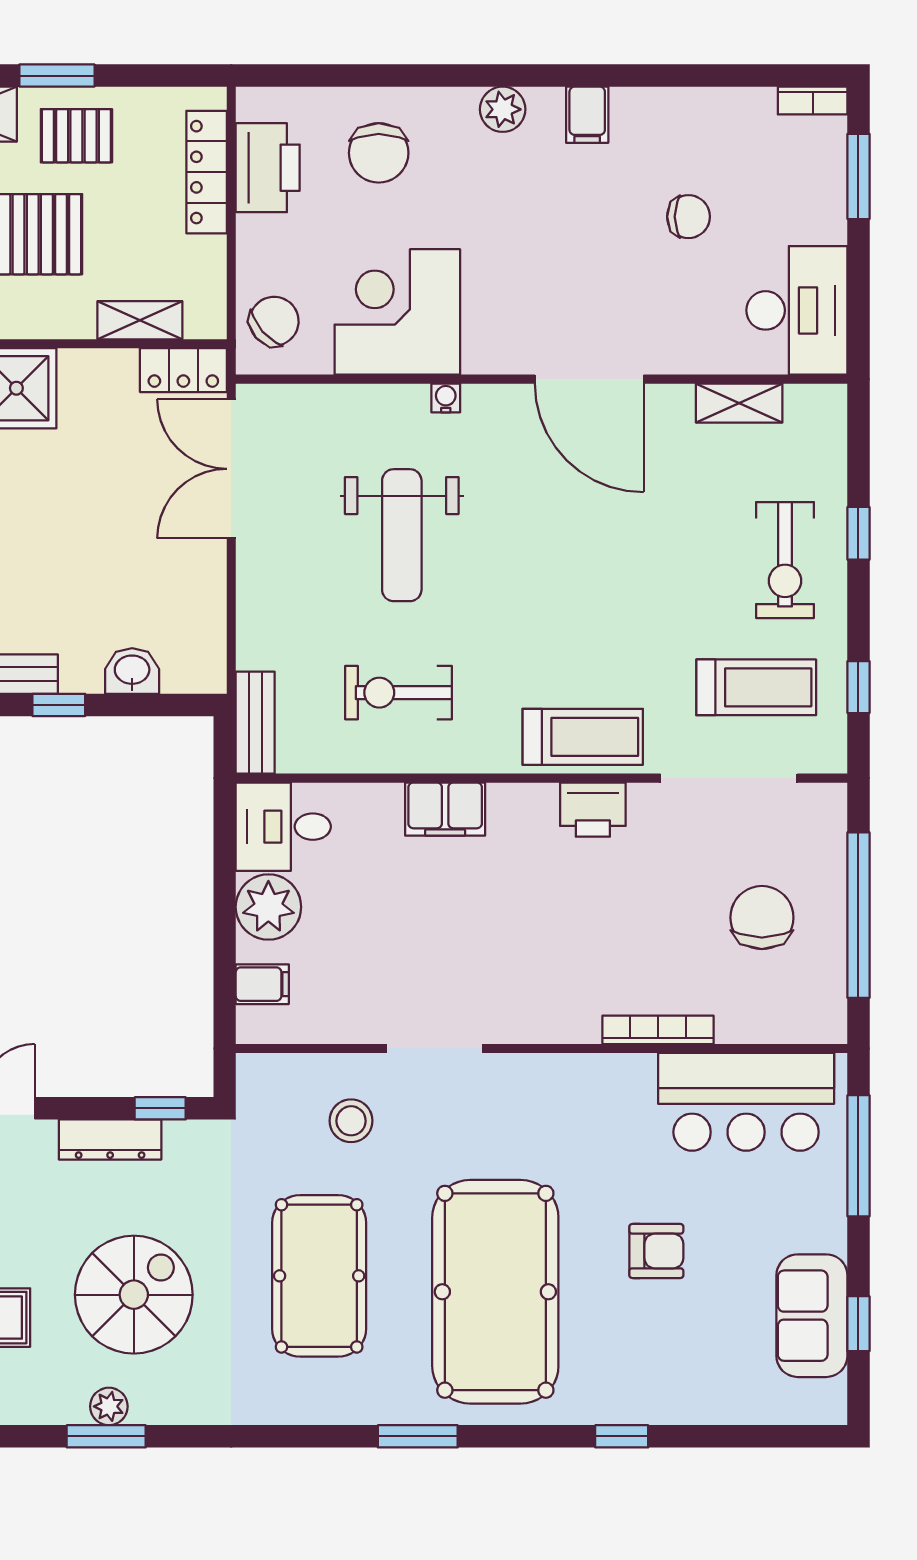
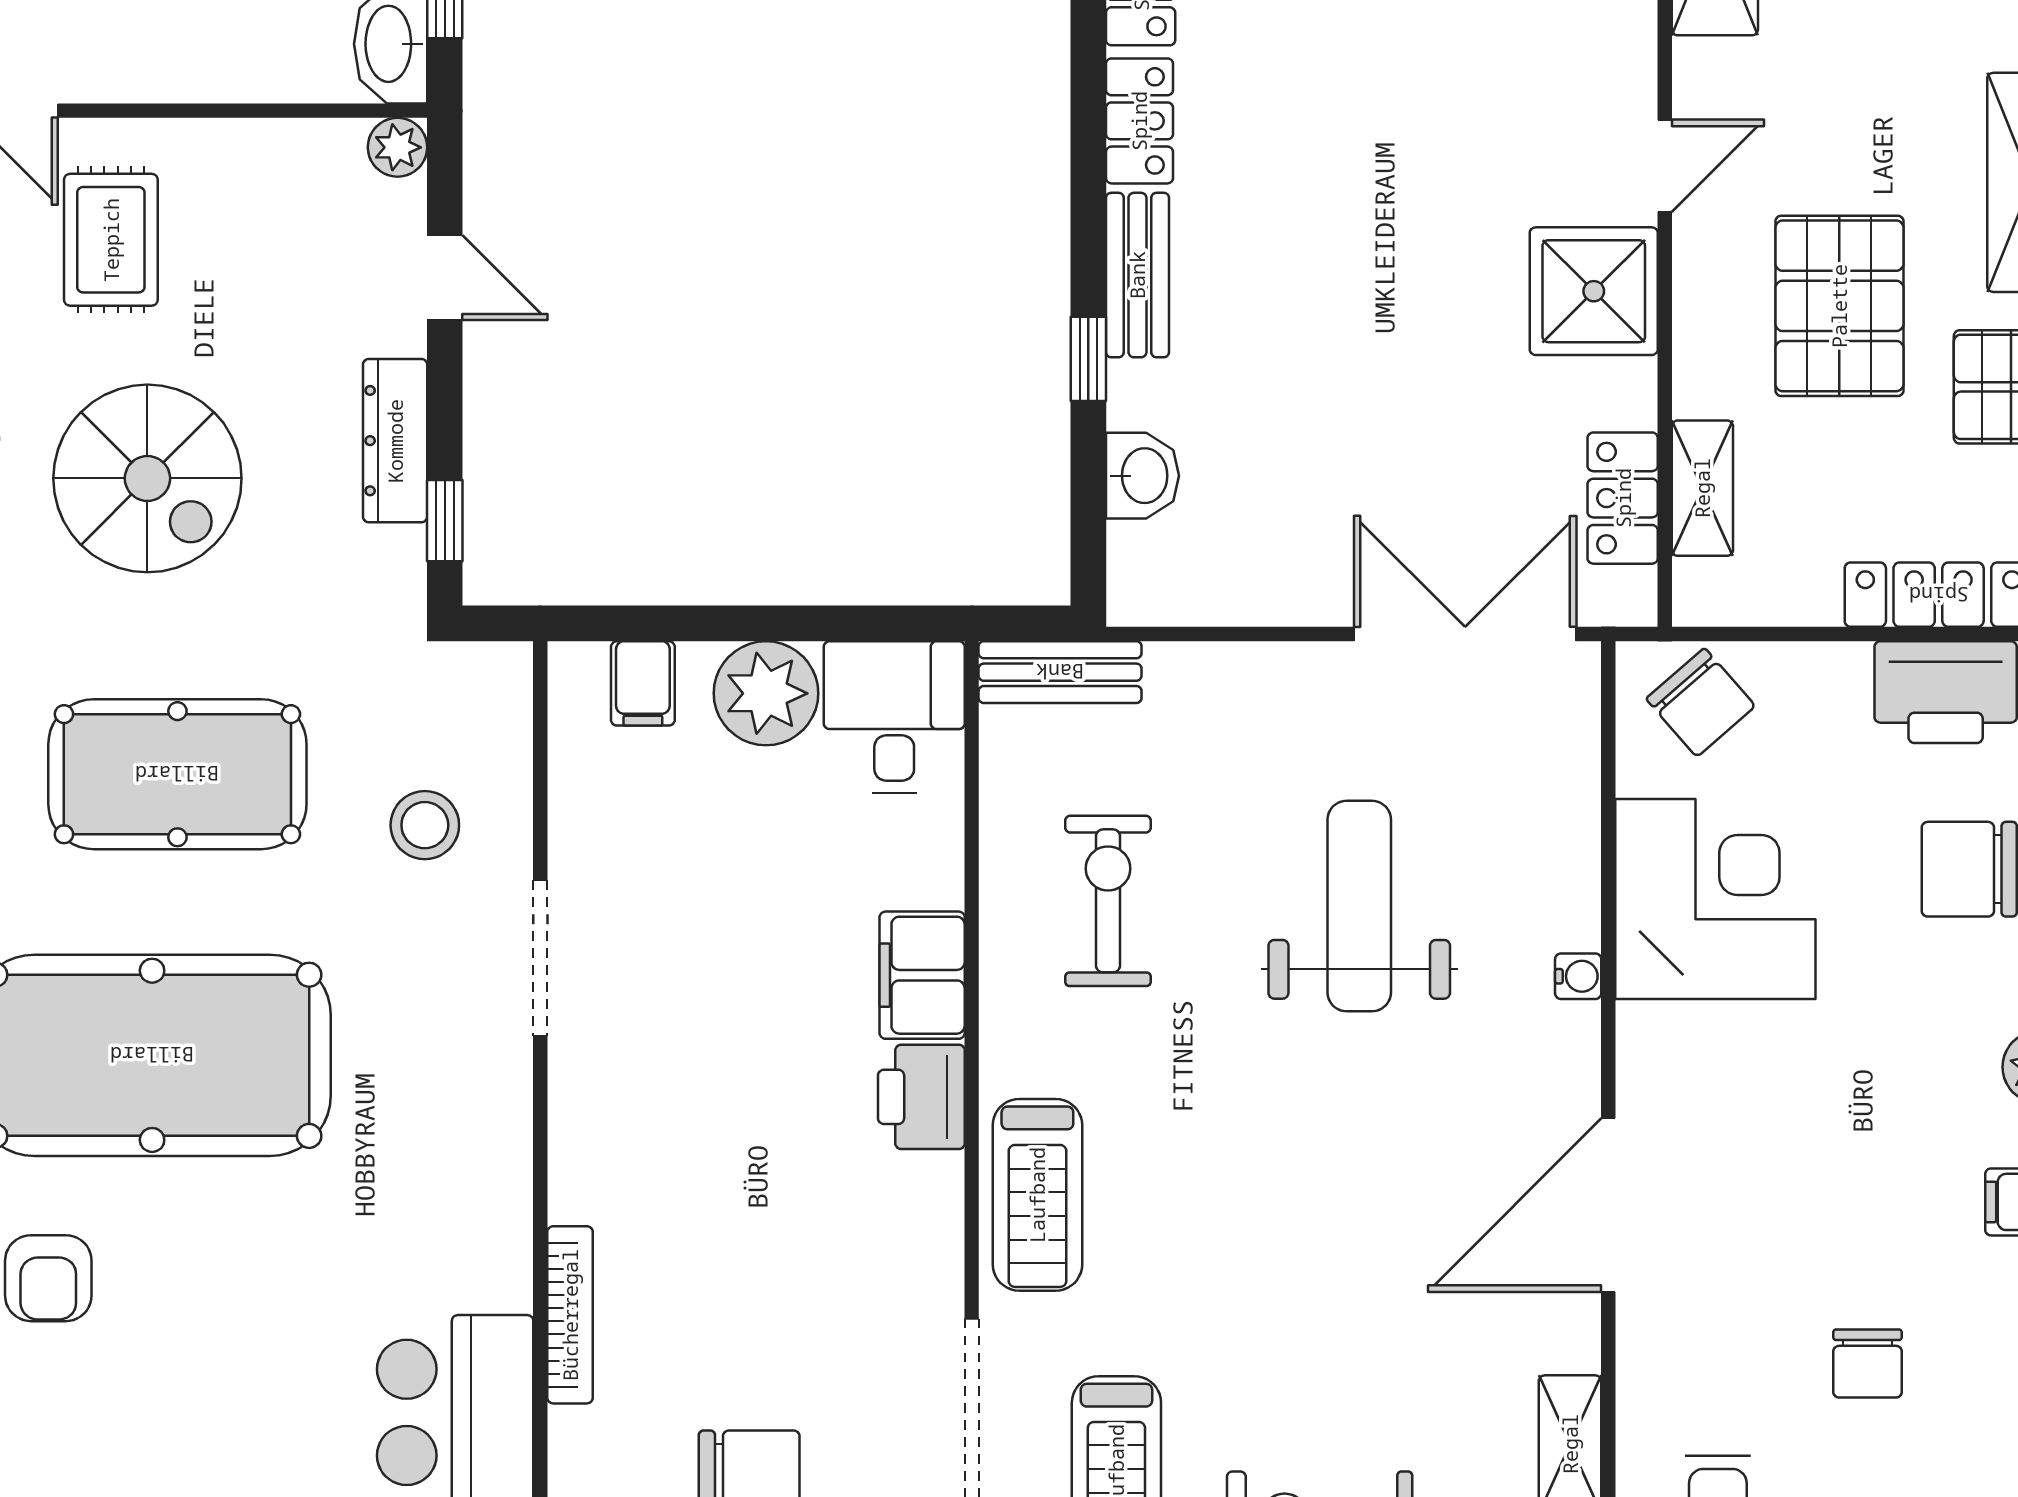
locker: (183, 370) -> (1623, 498), moved
weight bench: (402, 535) -> (1359, 906), turned 90
printer: (593, 810) -> (921, 1097), moved
armchair: (656, 1251) -> (48, 1278), moved

